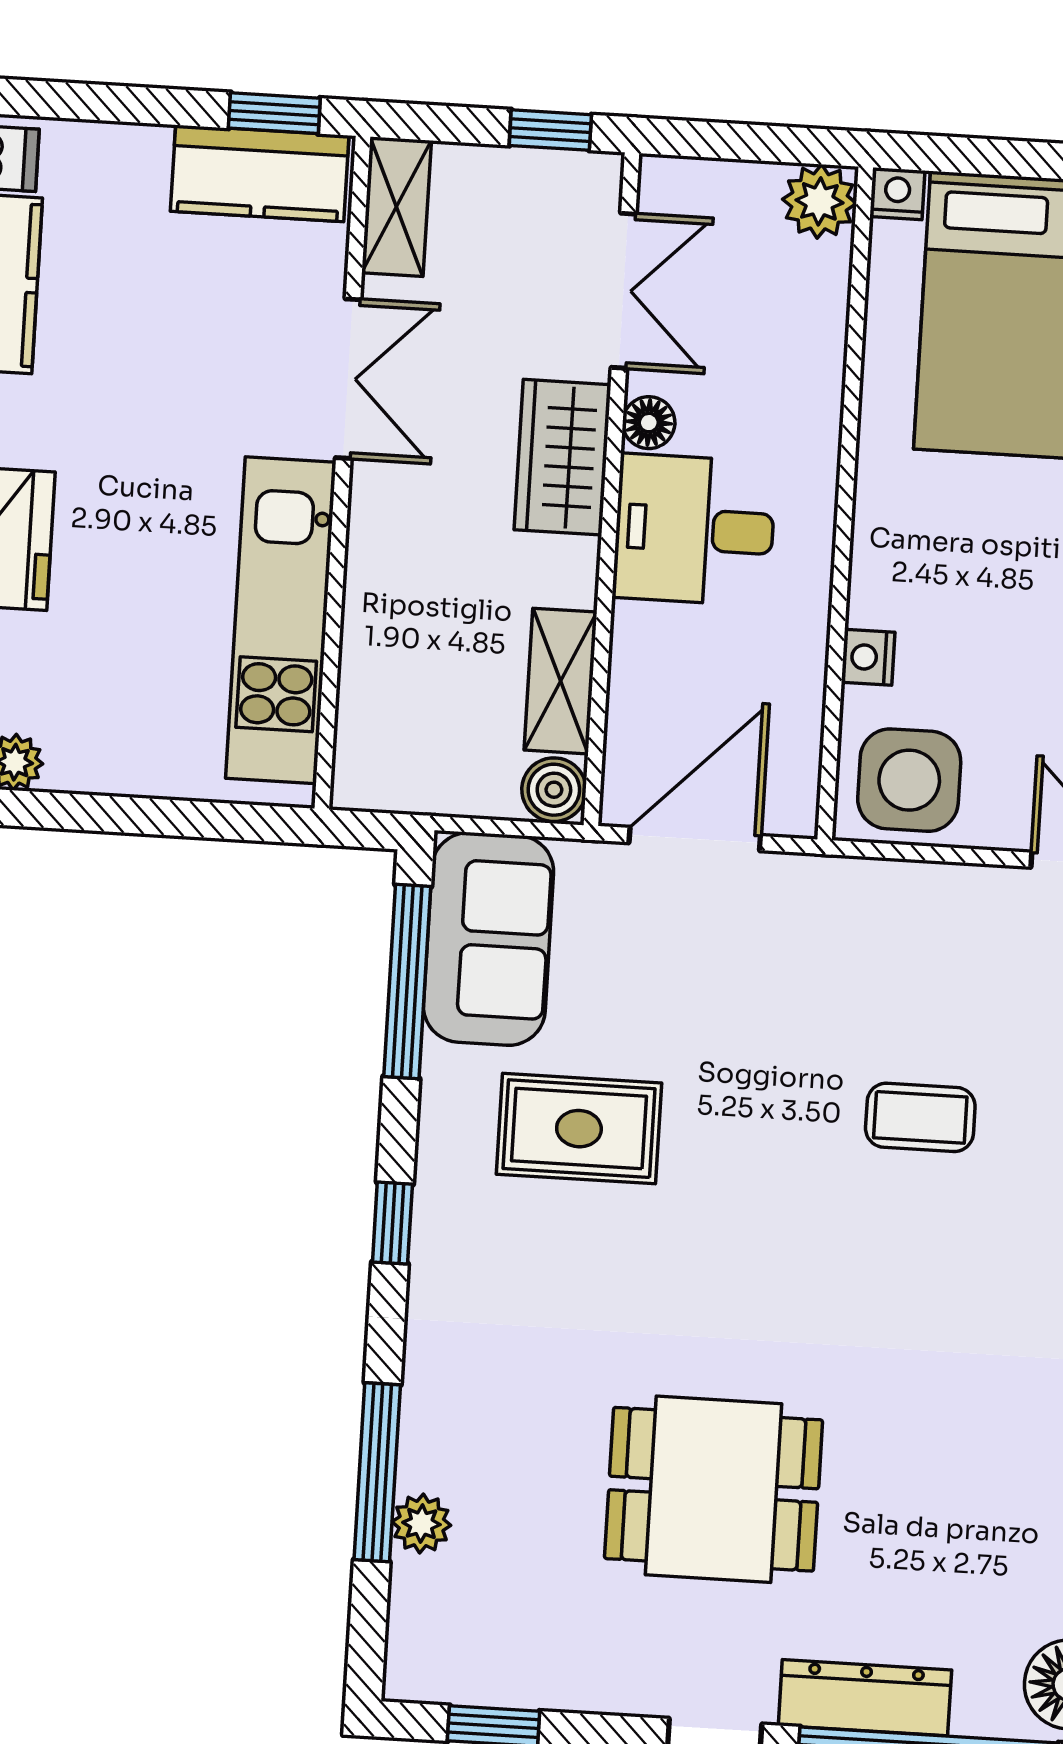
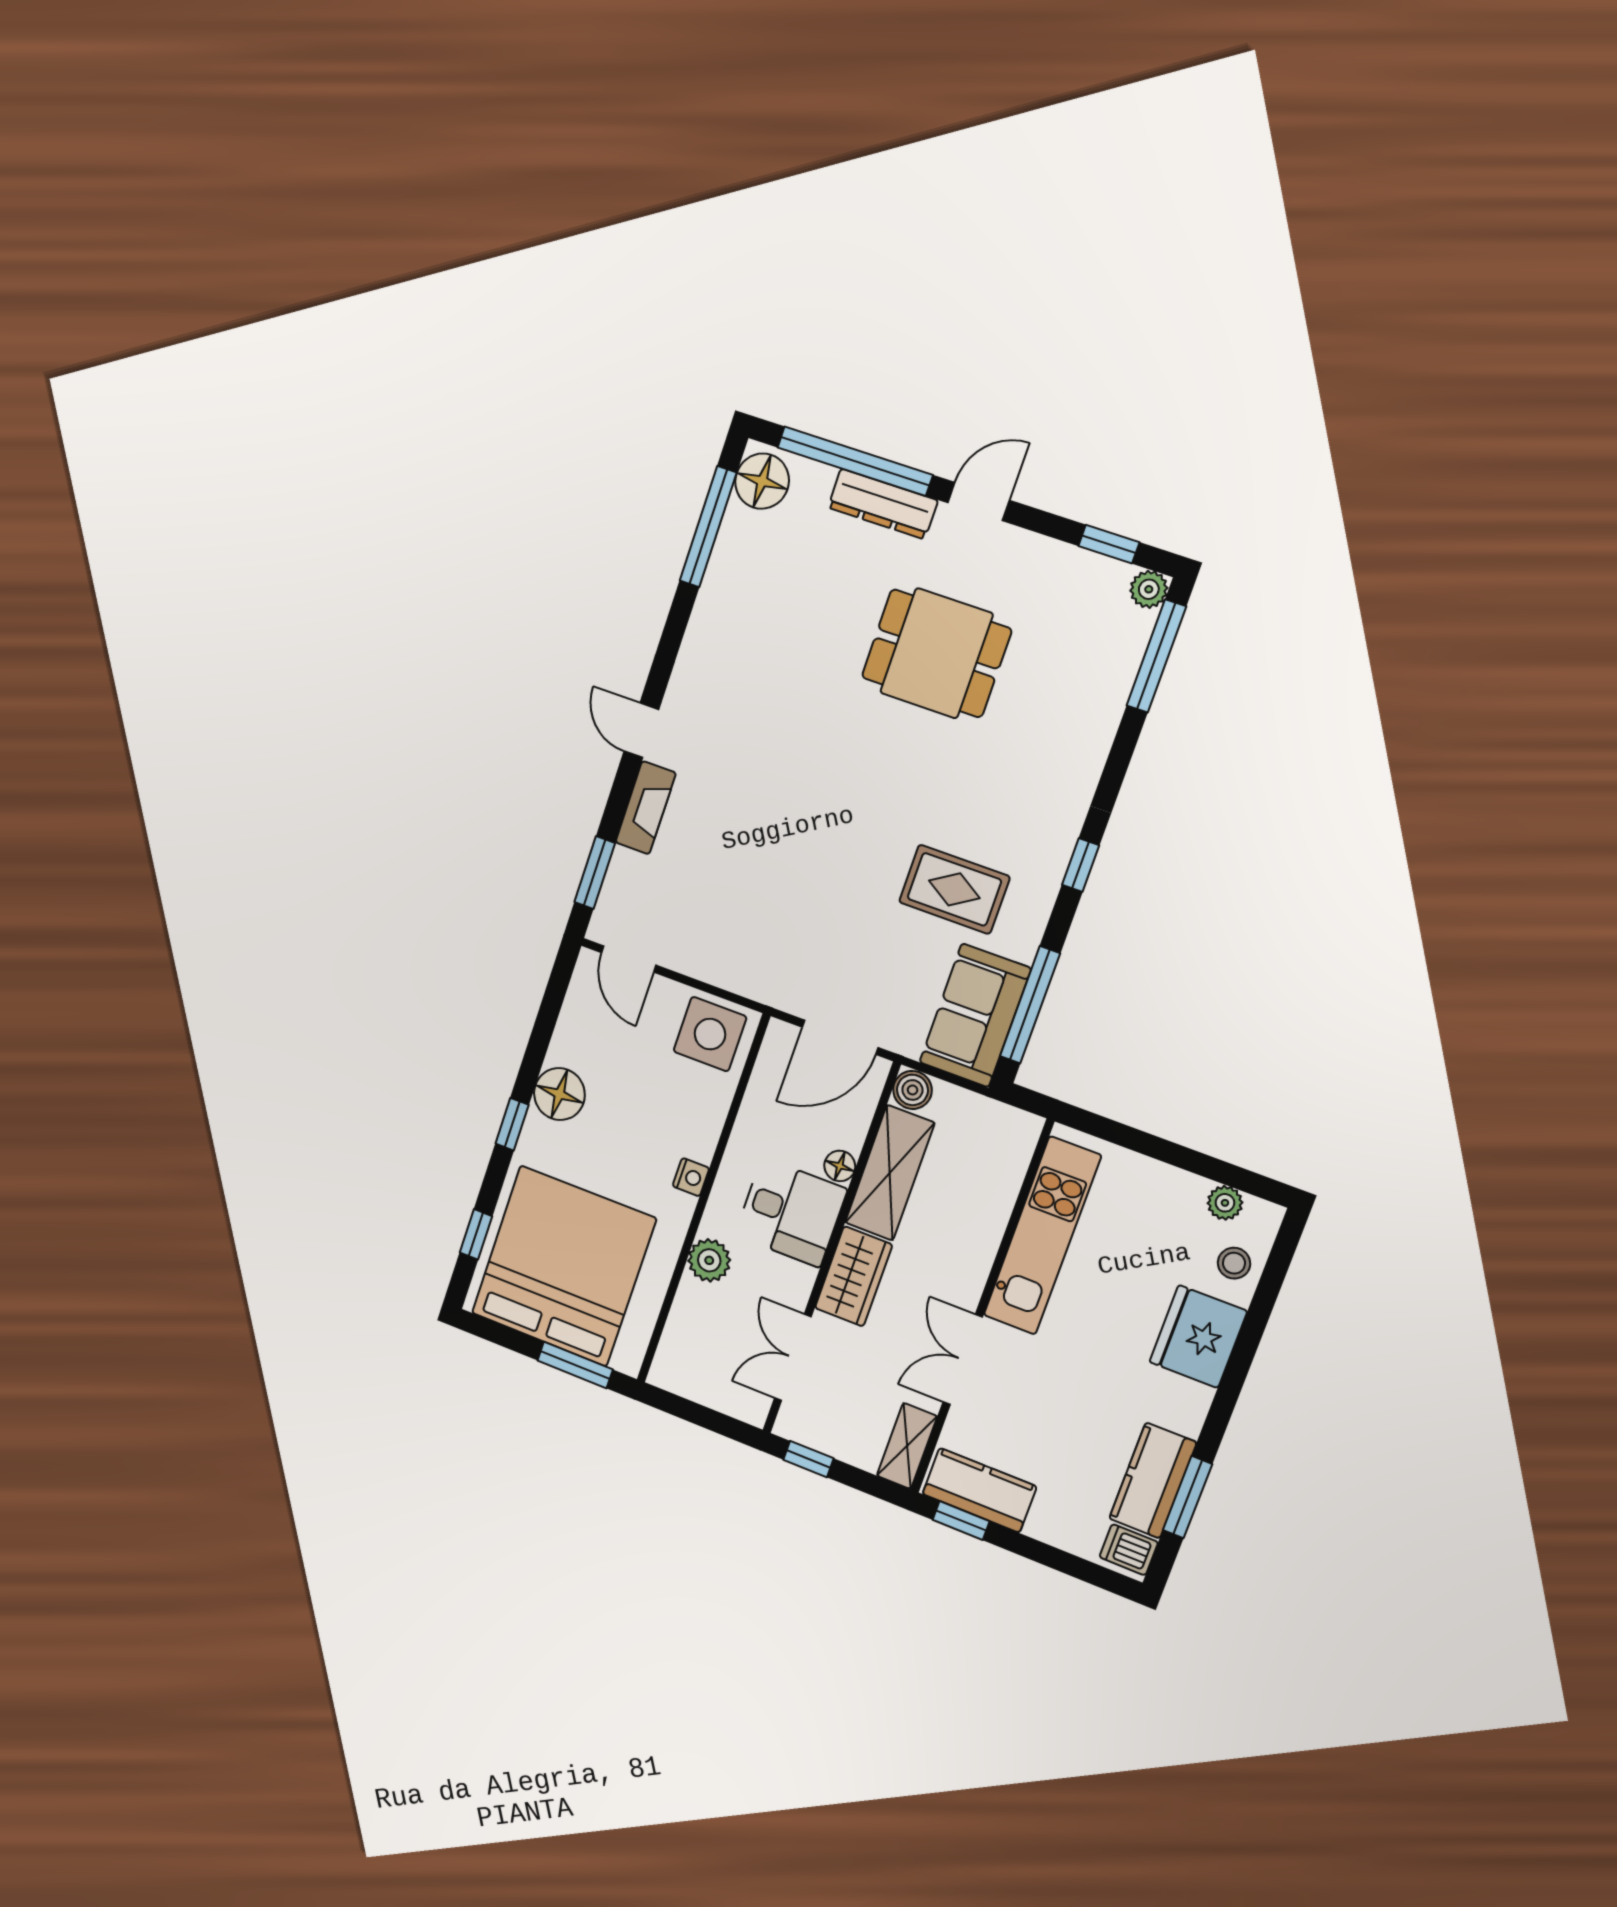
window: (985, 157) -> (575, 1365), added
nightstand: (897, 194) -> (628, 1361), removed
plant: (819, 201) -> (709, 1260), moved
floor lamp: (649, 423) -> (840, 1166), moved
nightstand: (868, 657) -> (691, 1177), moved
shelving: (561, 681) -> (890, 1173), width x1.50, depth x1.33
coffee table: (920, 1117) -> (757, 839), removed
window: (377, 1472) -> (1156, 656), moved
plant: (421, 1524) -> (1149, 589), moved

